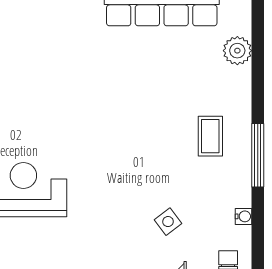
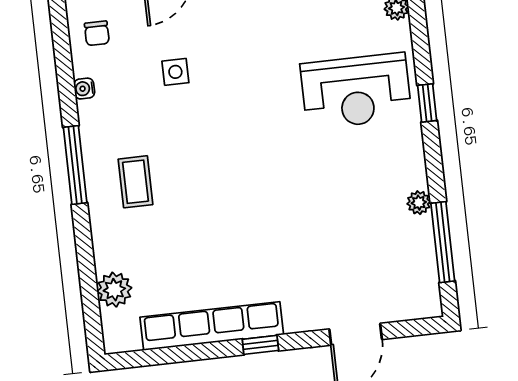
side table: (168, 222) -> (175, 72), turned 37

